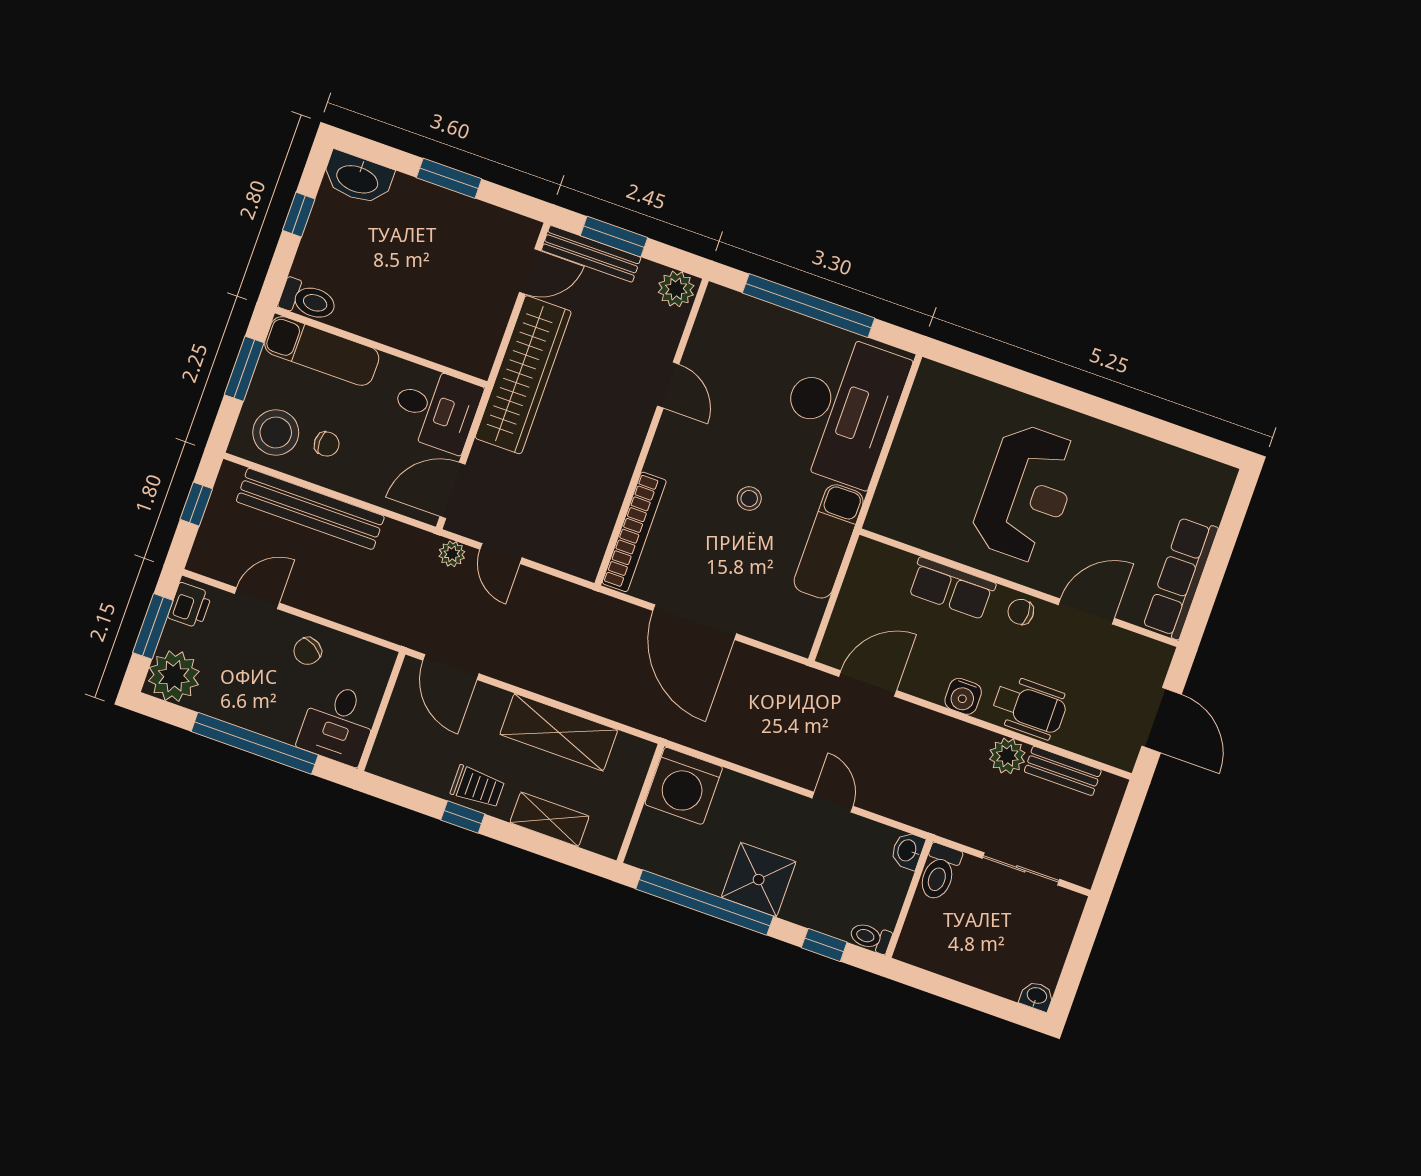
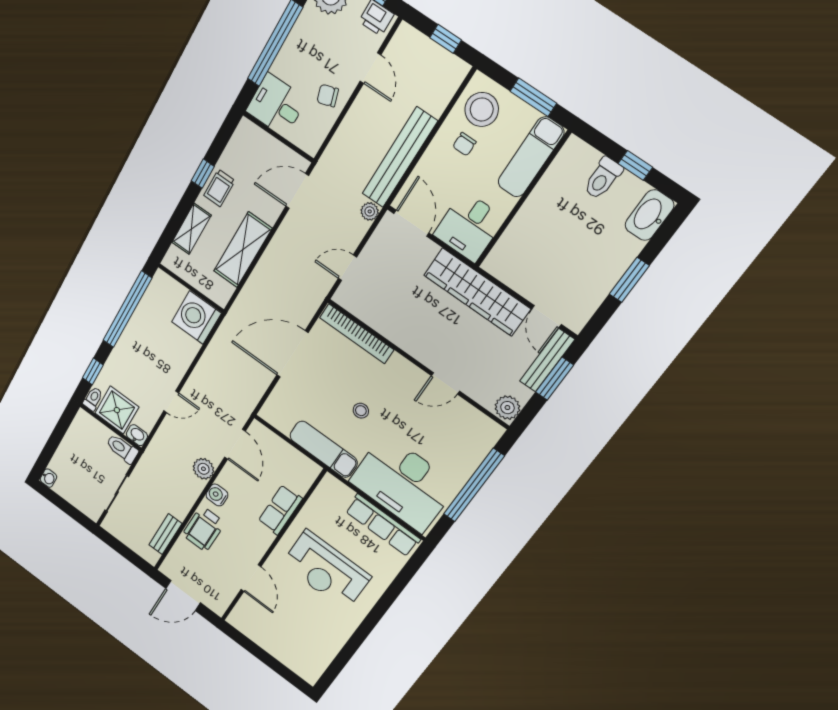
toilet: (308, 300) -> (603, 178), moved
bench: (310, 509) -> (400, 158), moved
door: (501, 554) -> (347, 268), moved
row of seats: (1181, 578) -> (383, 525), moved, turned 180
chair: (1021, 612) -> (258, 543), removed
chair: (308, 651) -> (328, 96), turned -48
plant: (1007, 756) -> (203, 469), moved
shower: (759, 880) -> (117, 410), moved

